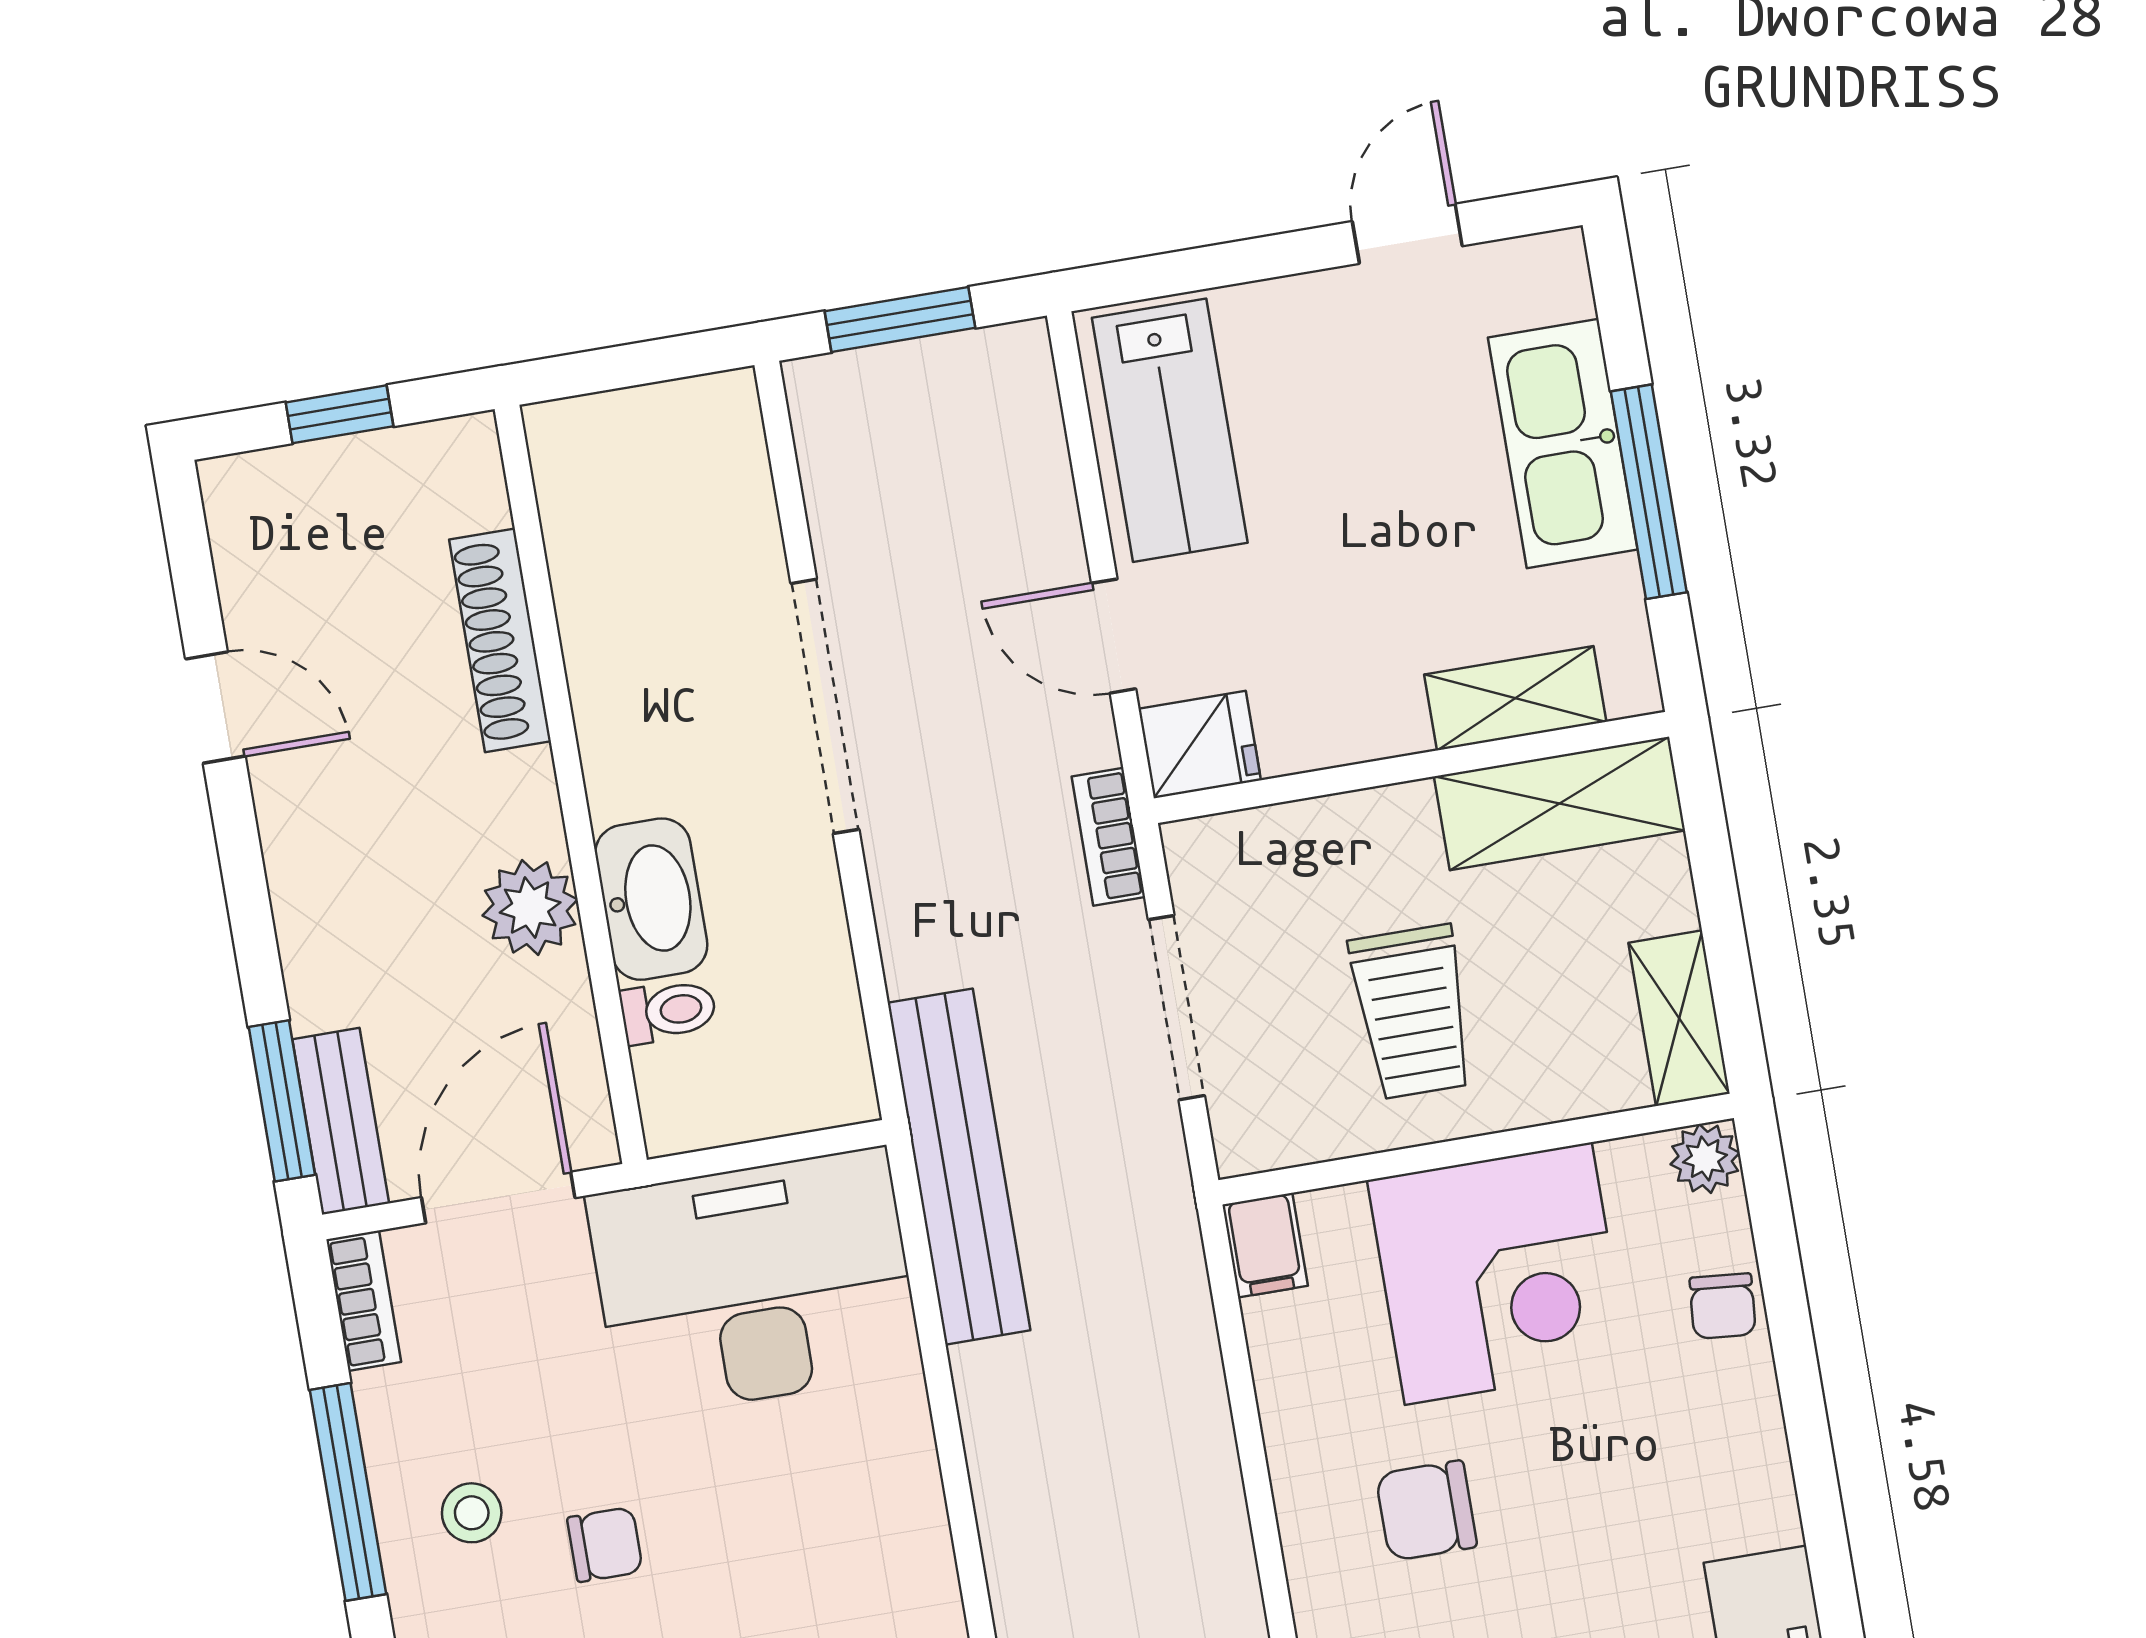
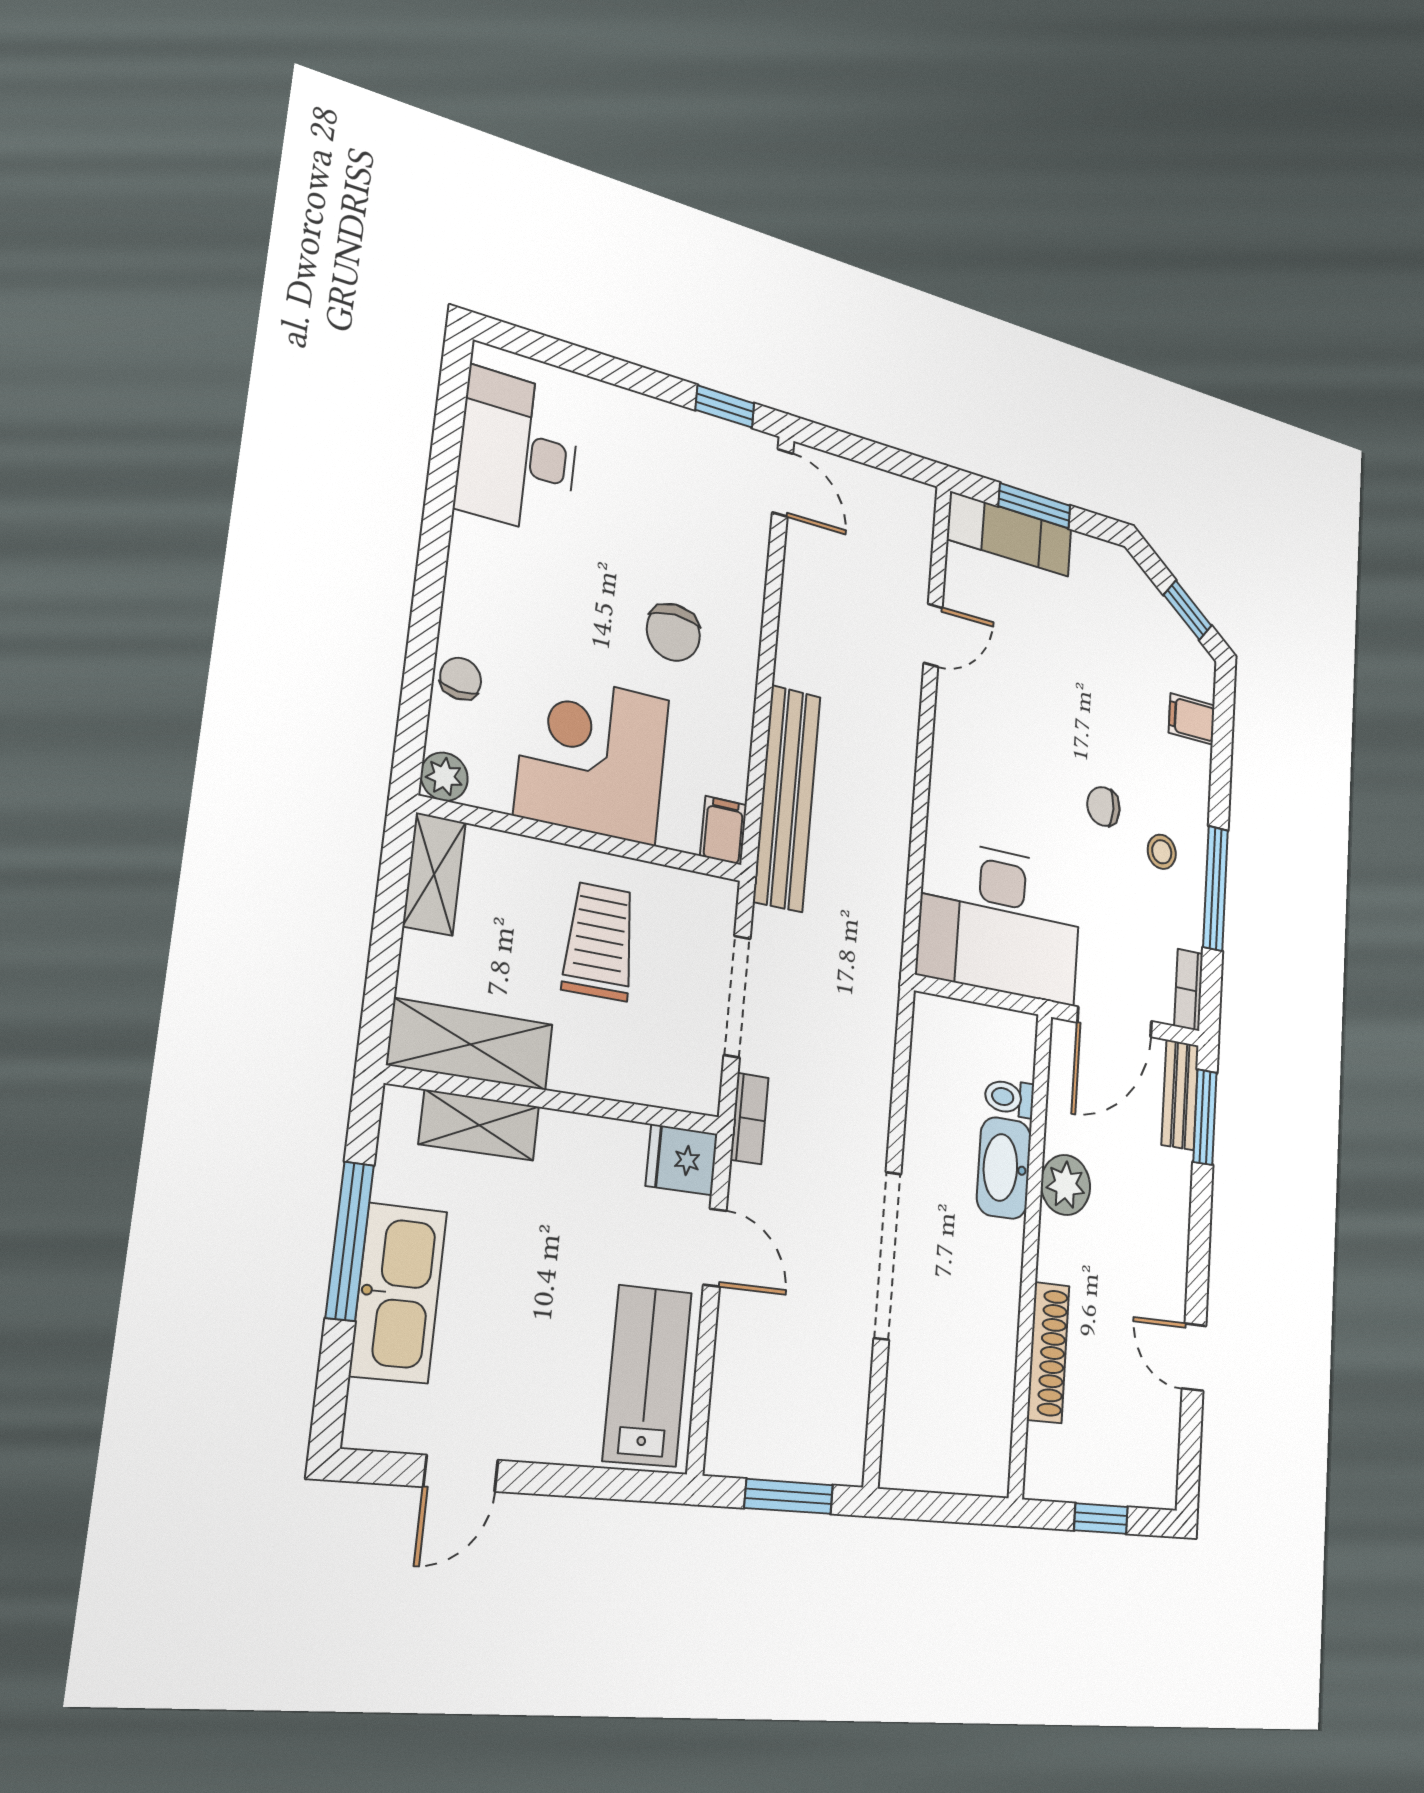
bench: (959, 1167) -> (787, 798), moved
chair: (1426, 1511) -> (673, 632), turned 90

